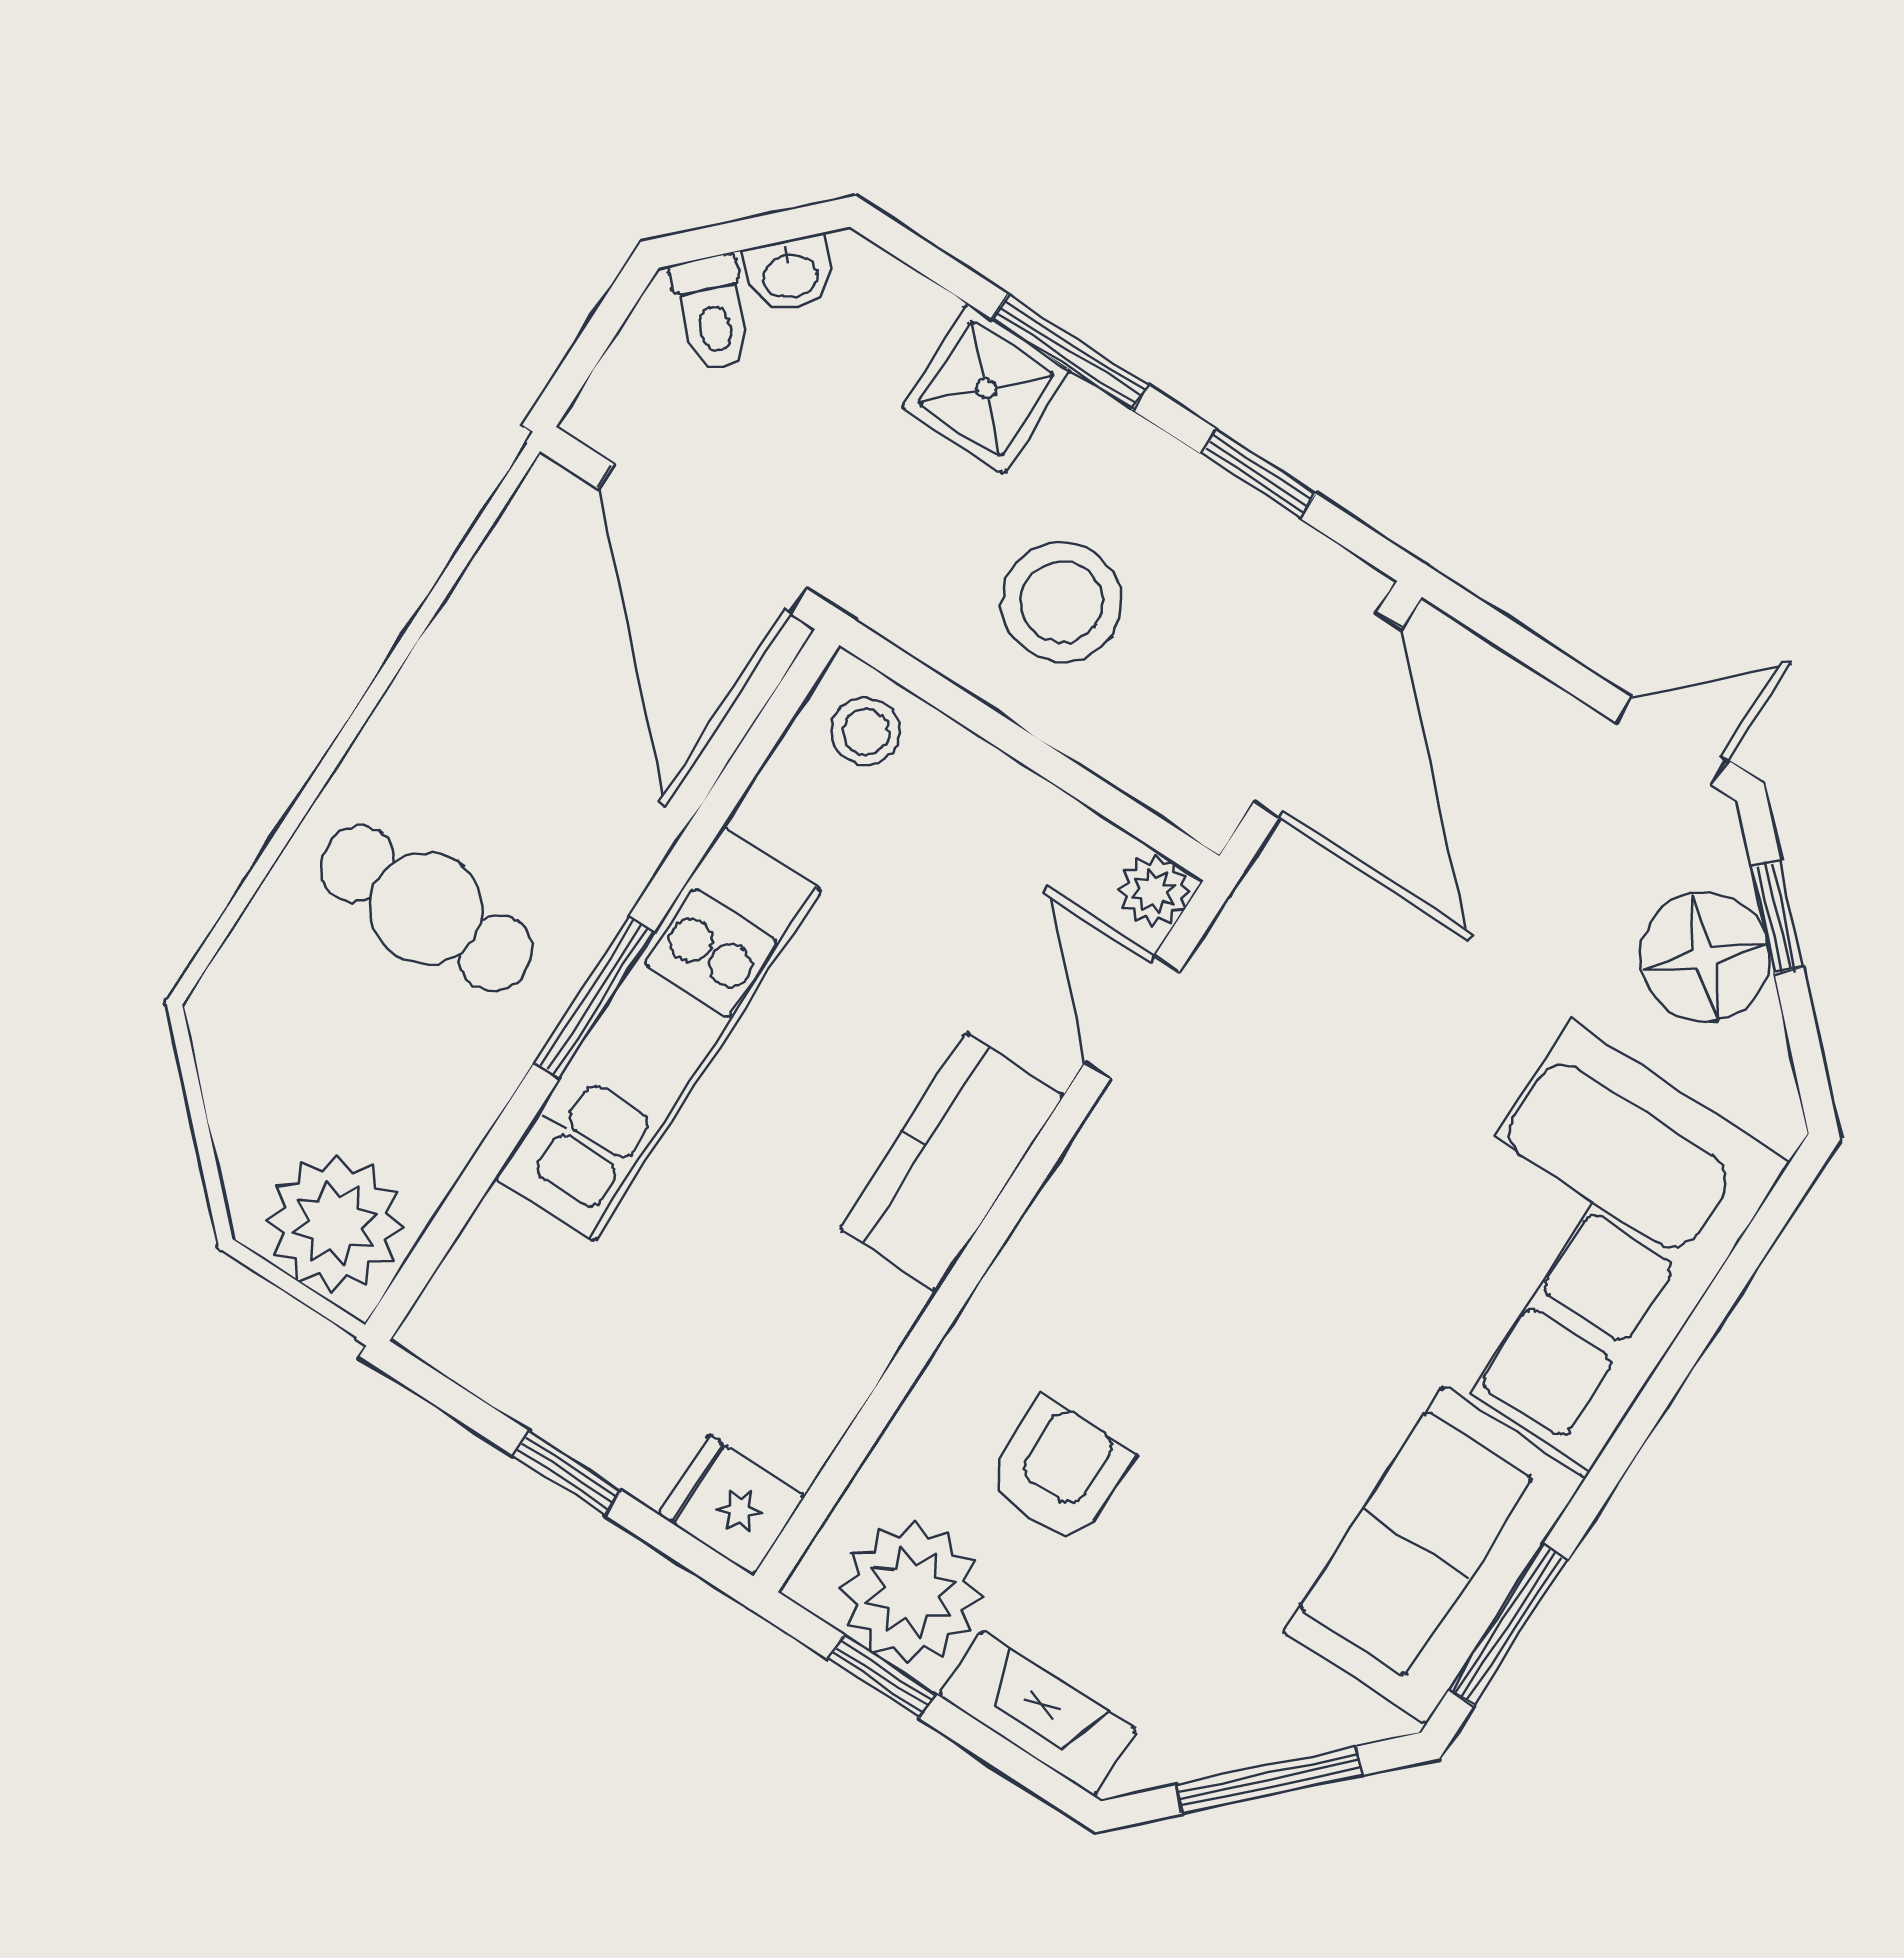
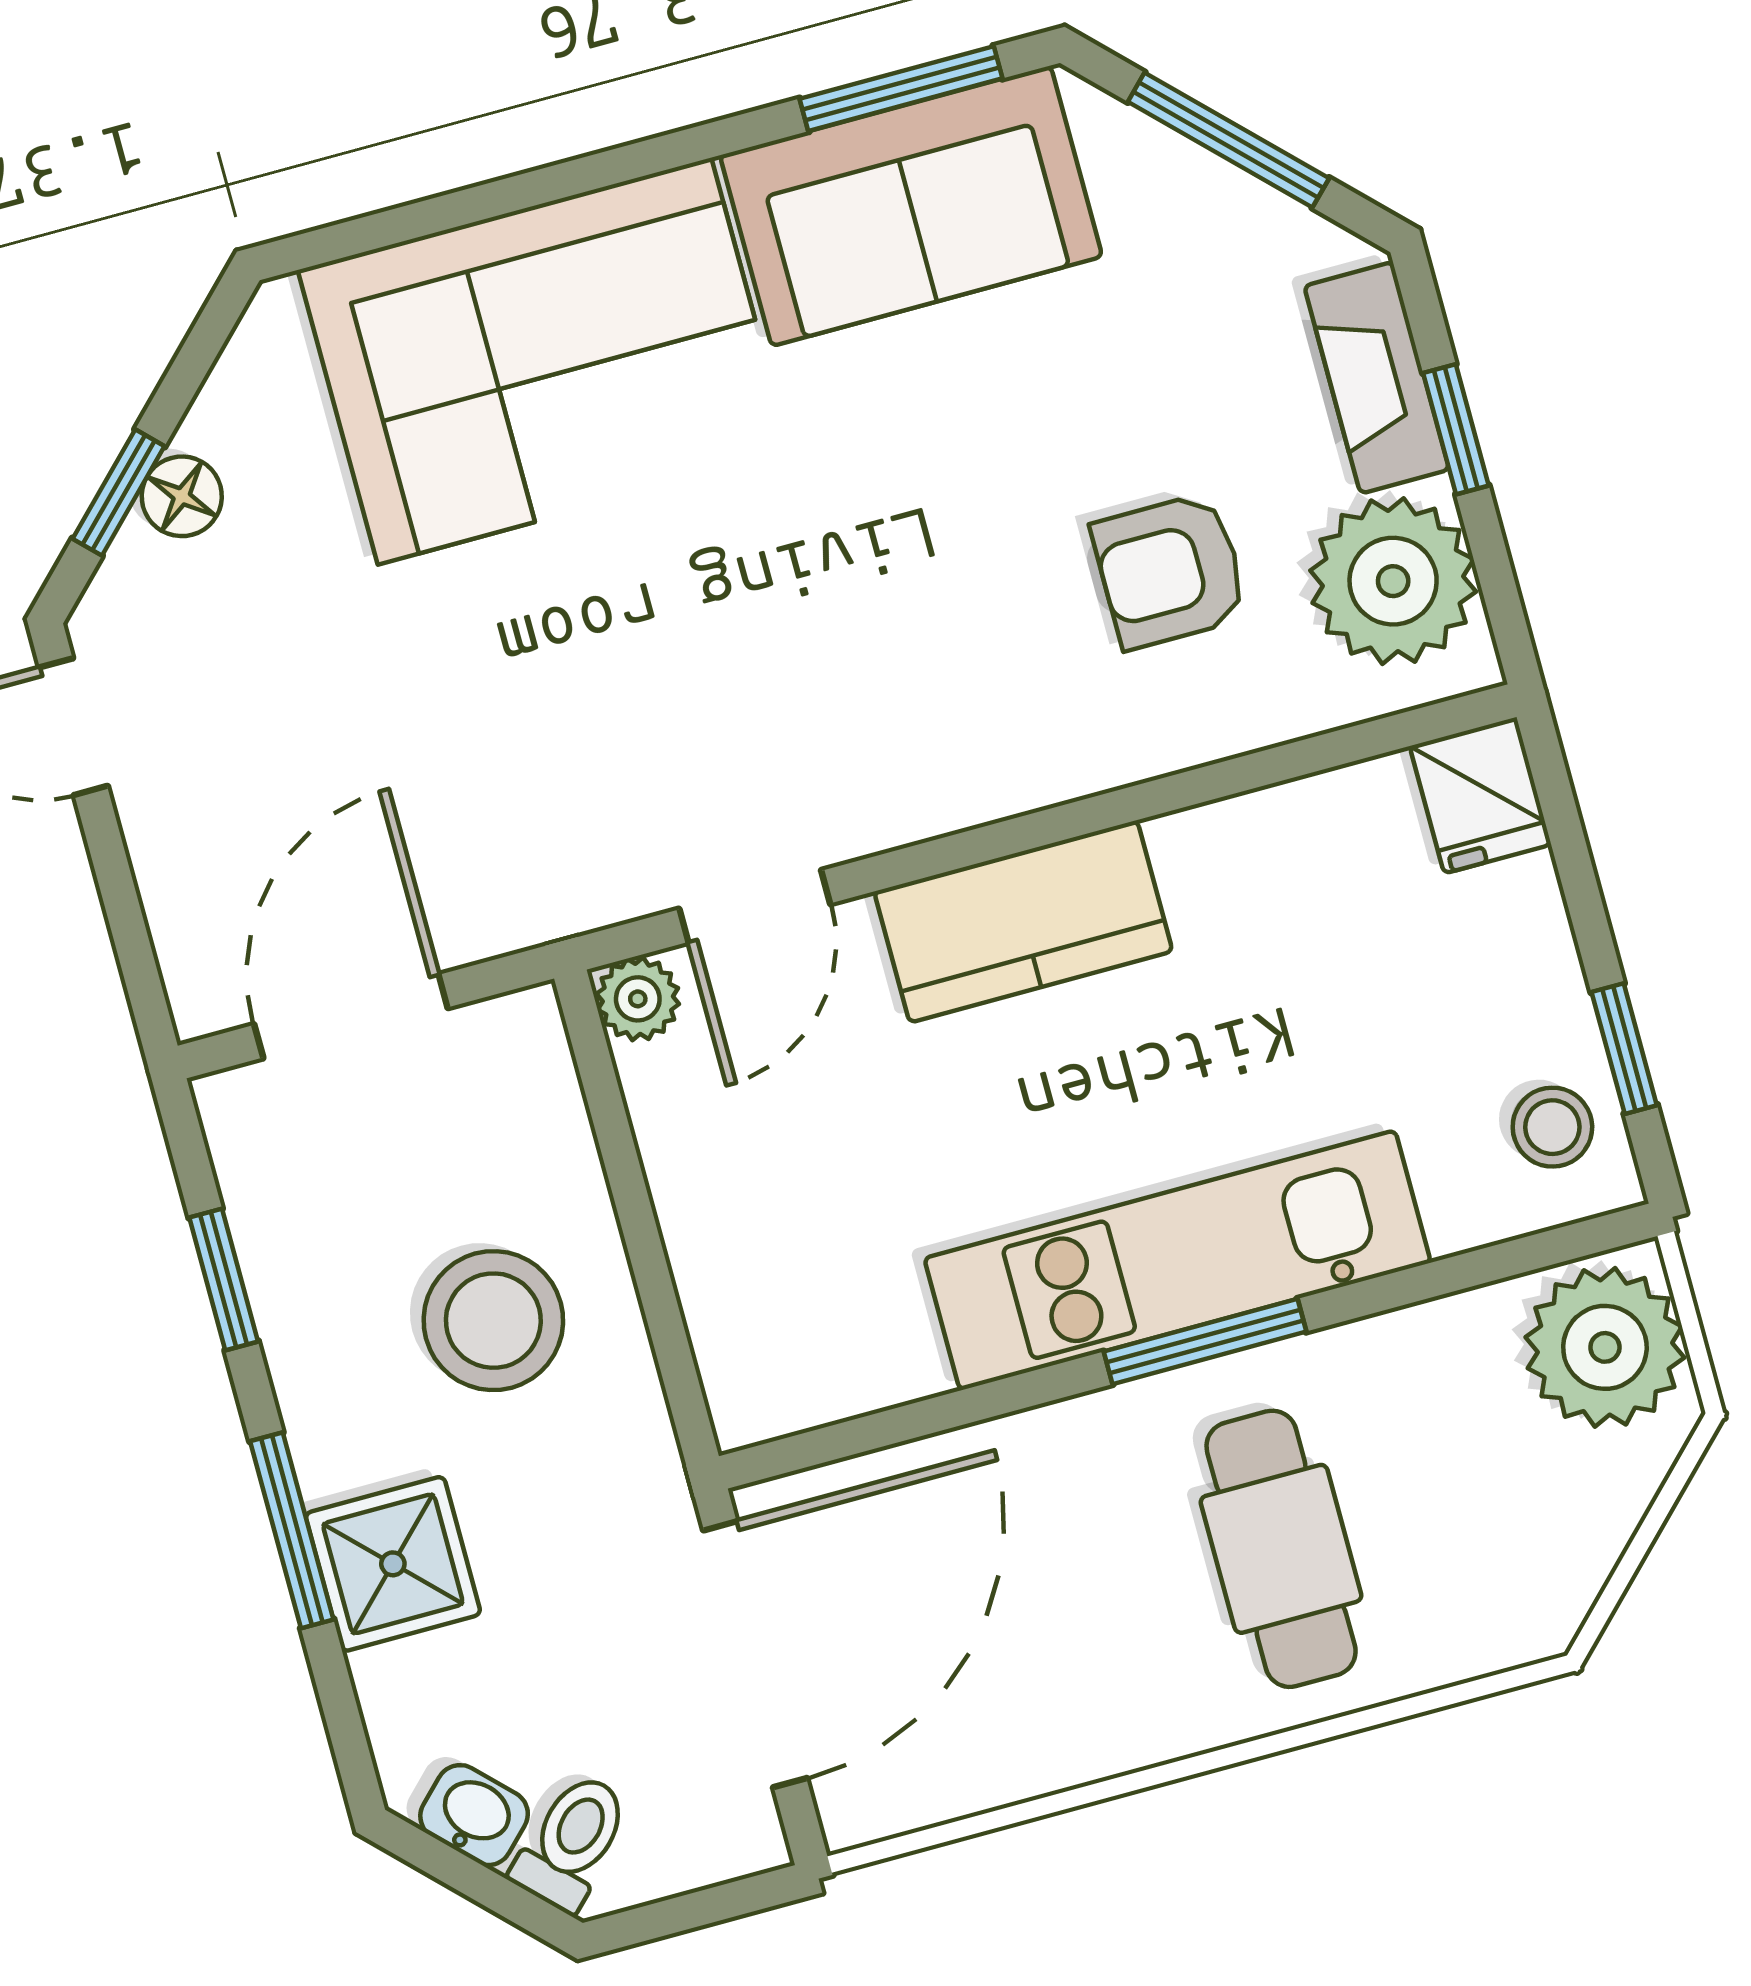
door: (1328, 715) -> (351, 1016), width x0.73
stool: (866, 732) -> (1552, 1127), moved
floor lamp: (1705, 957) -> (182, 496), width x0.53, depth x0.53
window: (567, 1473) -> (1624, 1049), moved
window: (881, 1676) -> (1456, 429), moved

